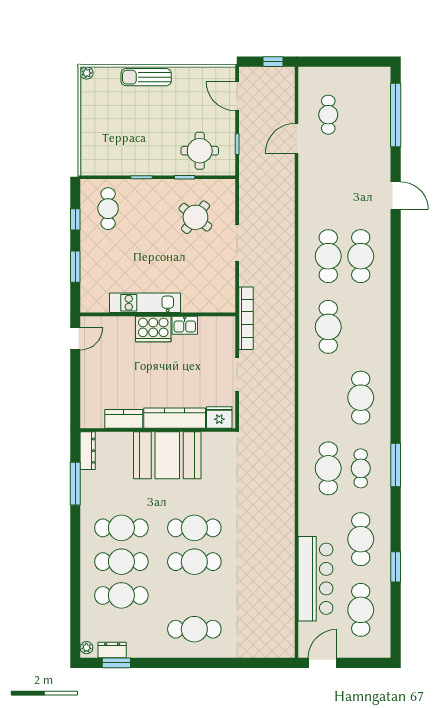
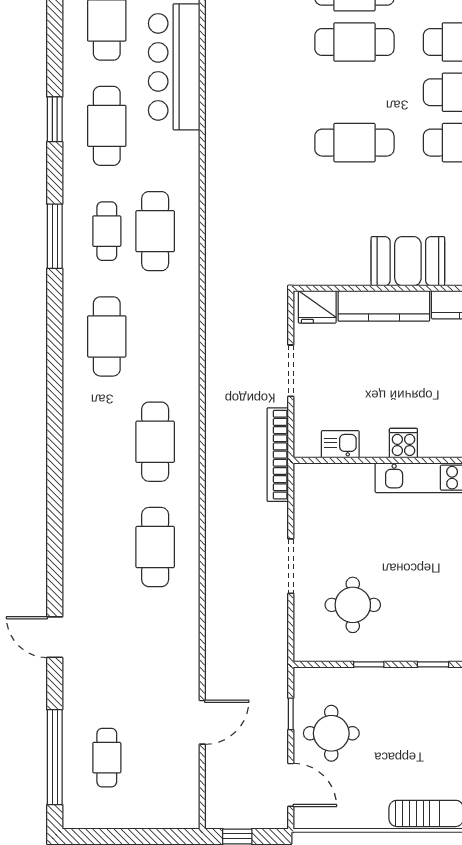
cafe table: (328, 115) -> (107, 758), moved
round table: (200, 151) -> (331, 733), moved
round table: (195, 217) -> (353, 605), turned -38
cafe table: (361, 256) -> (107, 547), removed
kitchen sink: (185, 325) -> (340, 444), moved
cooker: (153, 329) -> (403, 443), width x0.53, depth x0.76
booth: (167, 455) -> (408, 261), width x0.73, depth x0.70
cafe table: (194, 562) -> (354, 42), moved
window: (396, 567) -> (55, 119), moved

